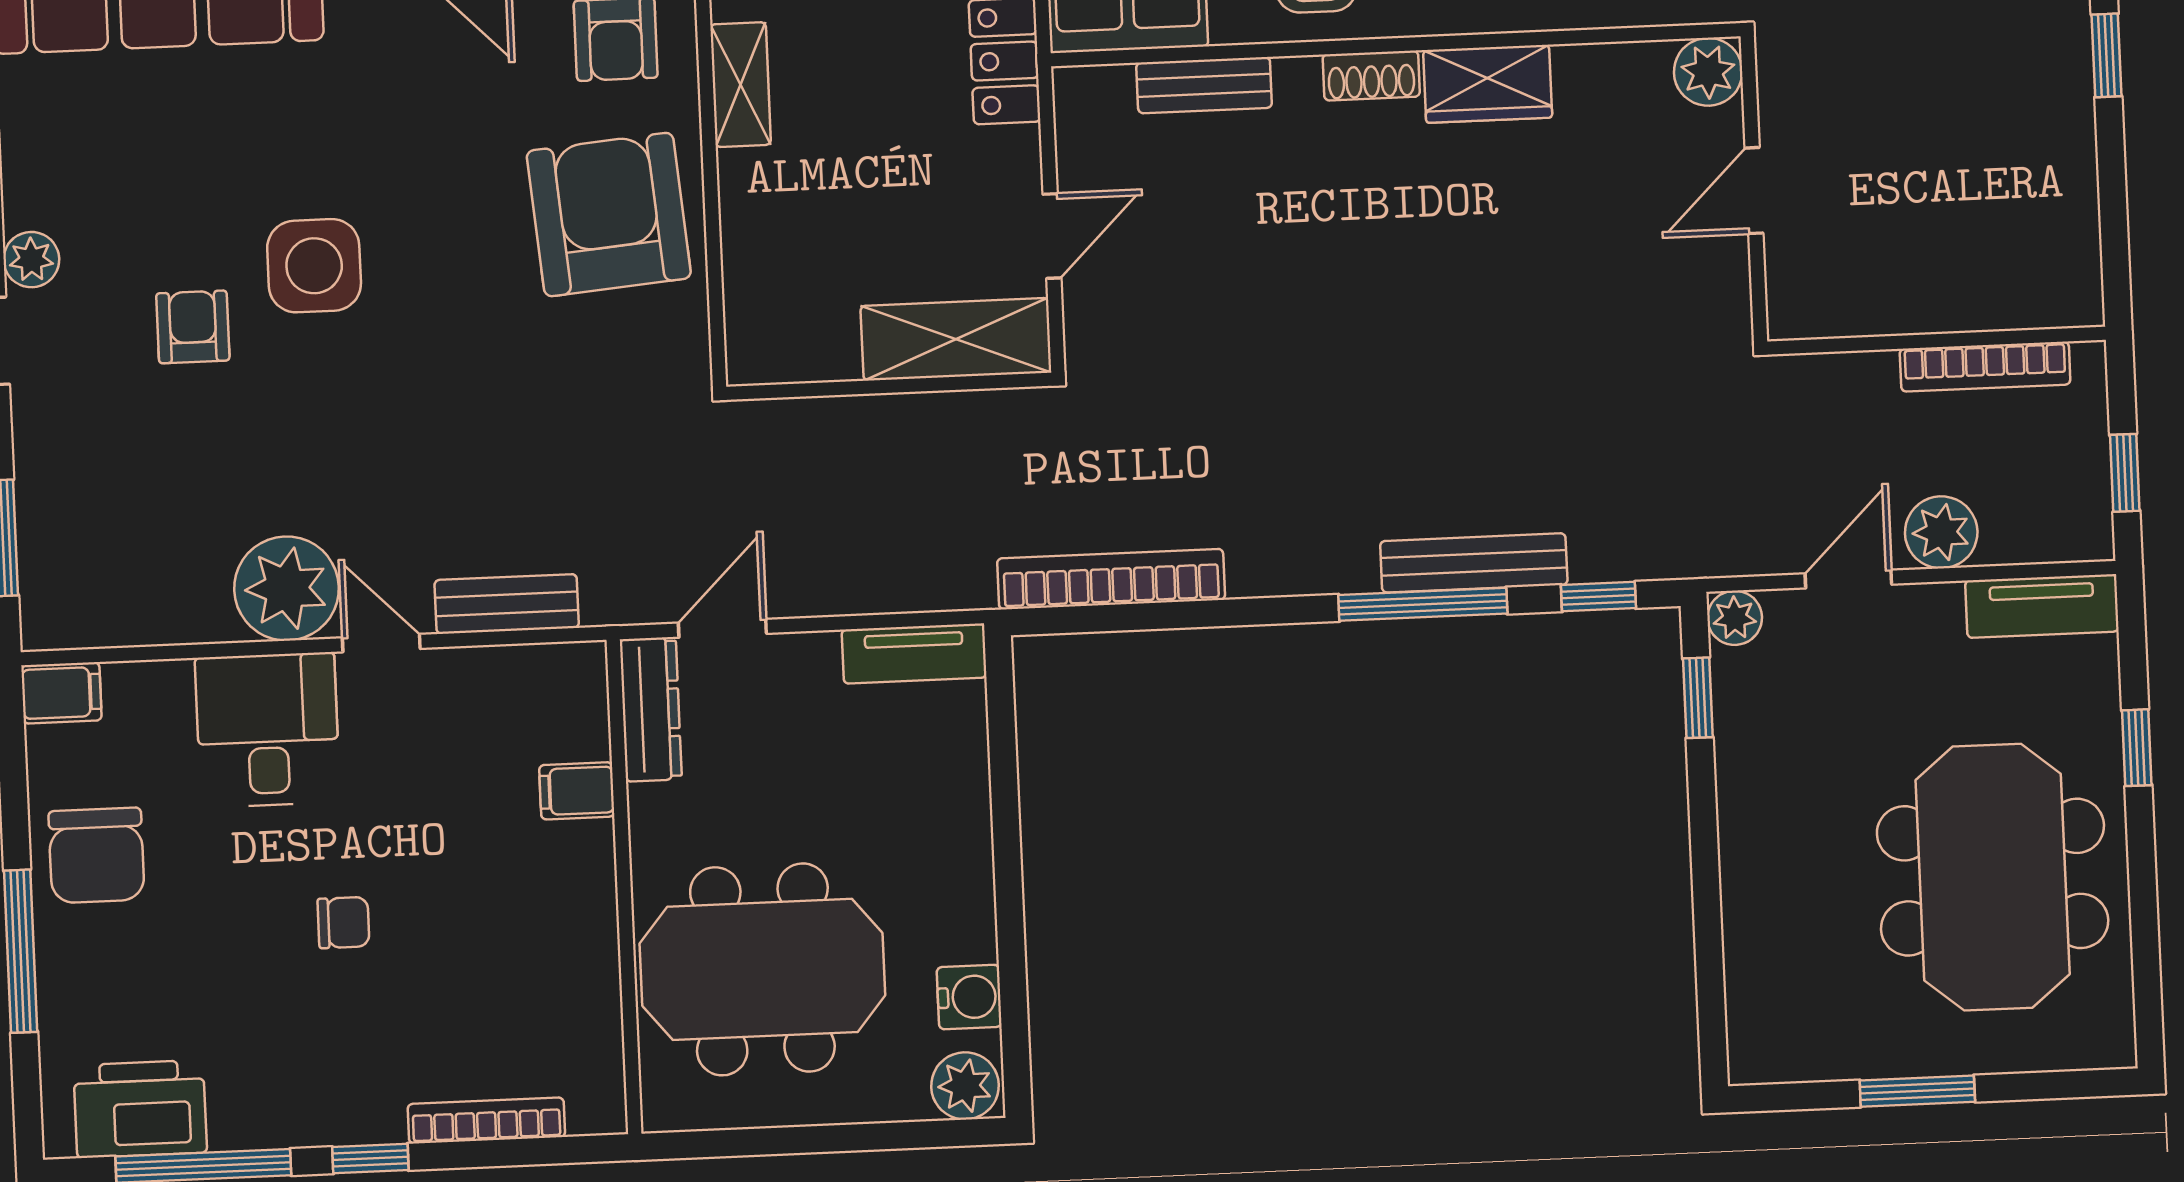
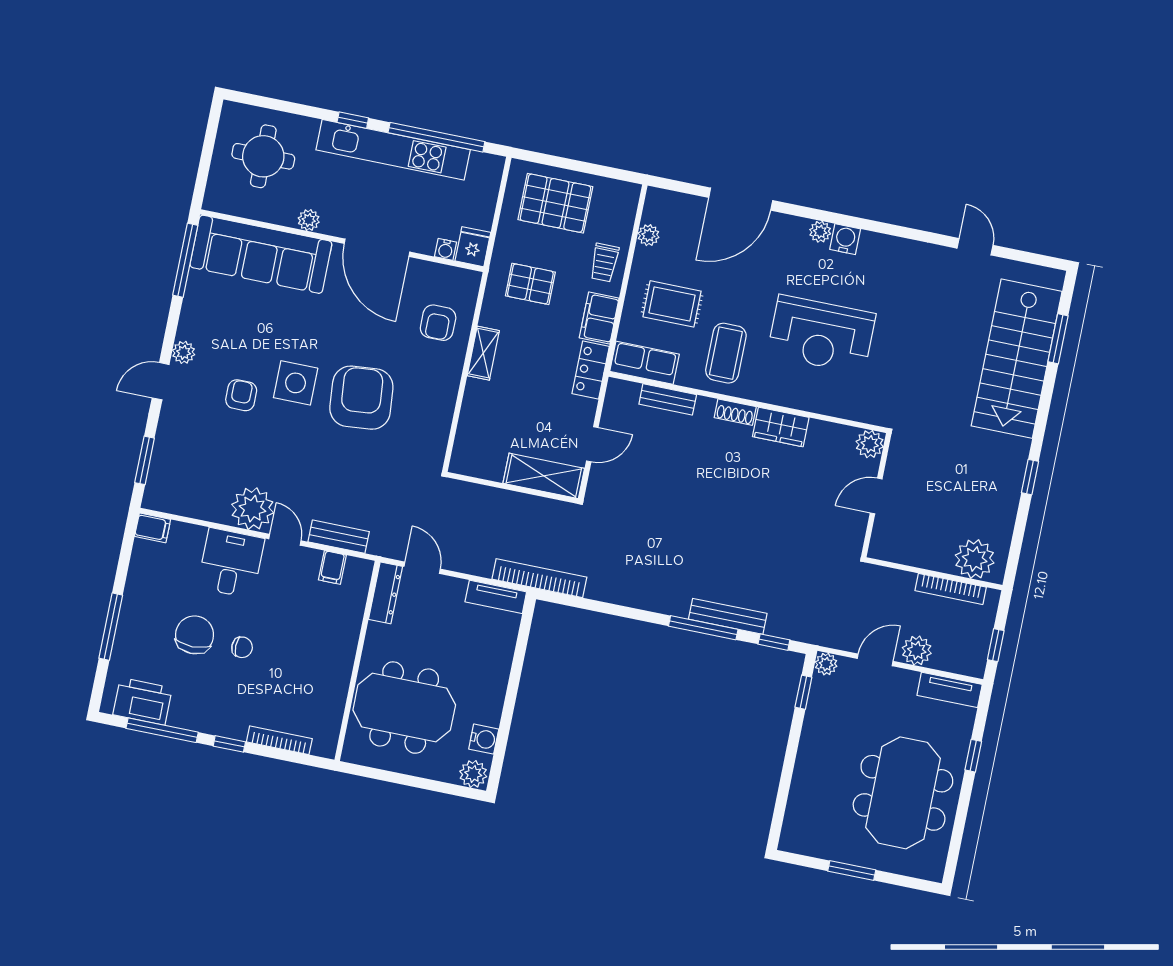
armchair: (609, 215) -> (361, 398), moved
plant: (2024, 282) -> (975, 559), added
bookcase: (1111, 579) -> (539, 578), moved
door: (722, 628) -> (422, 568), hinge flipped
filing cabinet: (577, 791) -> (332, 567), moved, turned -90
chair: (97, 855) -> (195, 635), moved, turned 180

